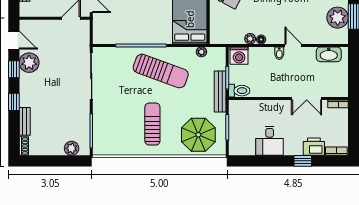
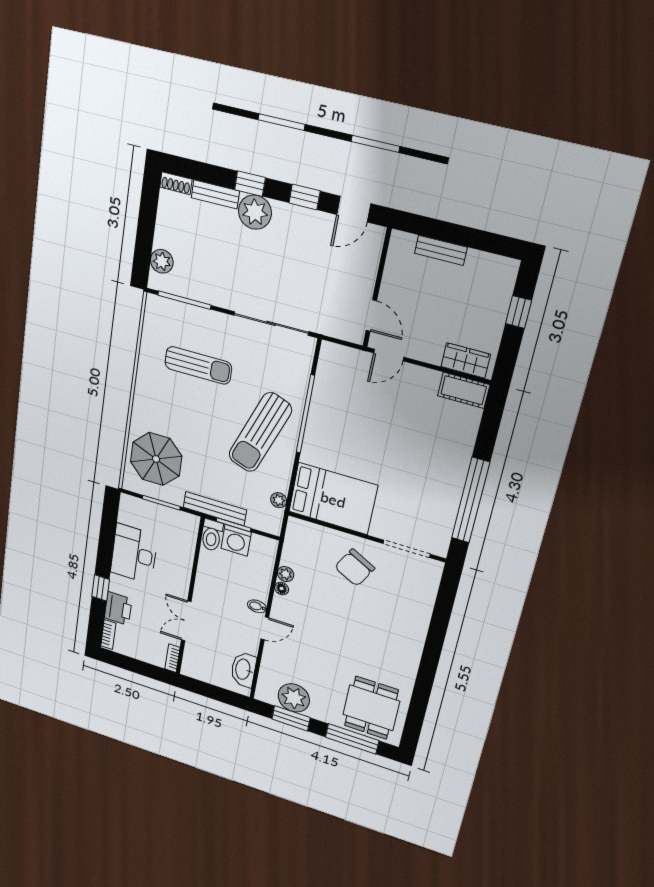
washing machine: (239, 56) -> (236, 540), moved, turned -90
plant: (29, 63) -> (255, 212), moved
sun lounger: (152, 124) -> (198, 365), moved
desk: (270, 141) -> (134, 554), width x1.37

